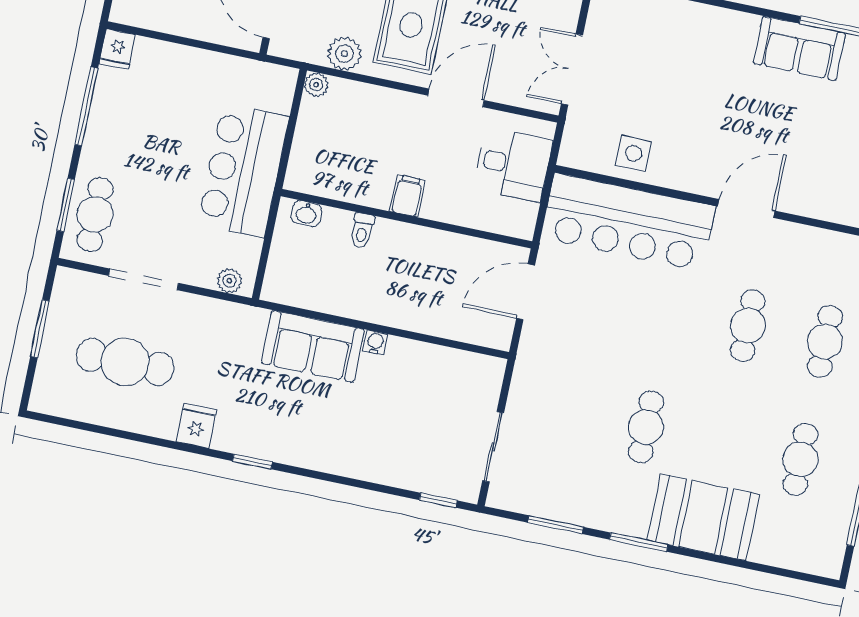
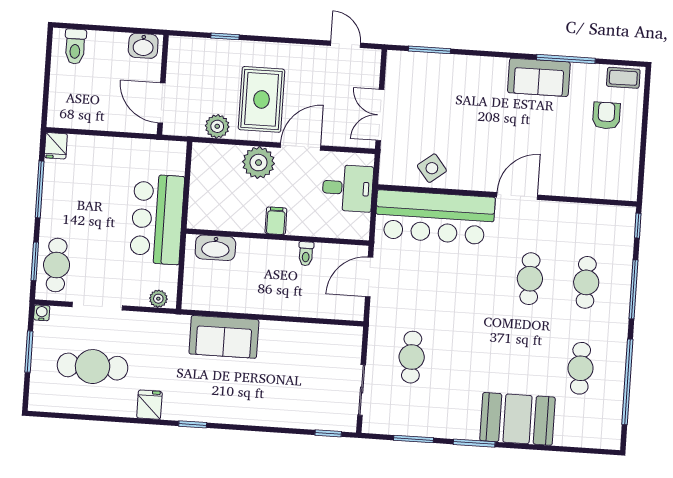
plant: (316, 85) -> (259, 163), moved, width x1.87, depth x1.87
side table: (634, 153) -> (432, 168), turned -38
washbasin: (306, 214) -> (215, 248), width x1.91, depth x1.45
toilet: (362, 230) -> (306, 254), moved
water cooler: (375, 342) -> (42, 313), moved
cafe table: (646, 427) -> (412, 357), moved

